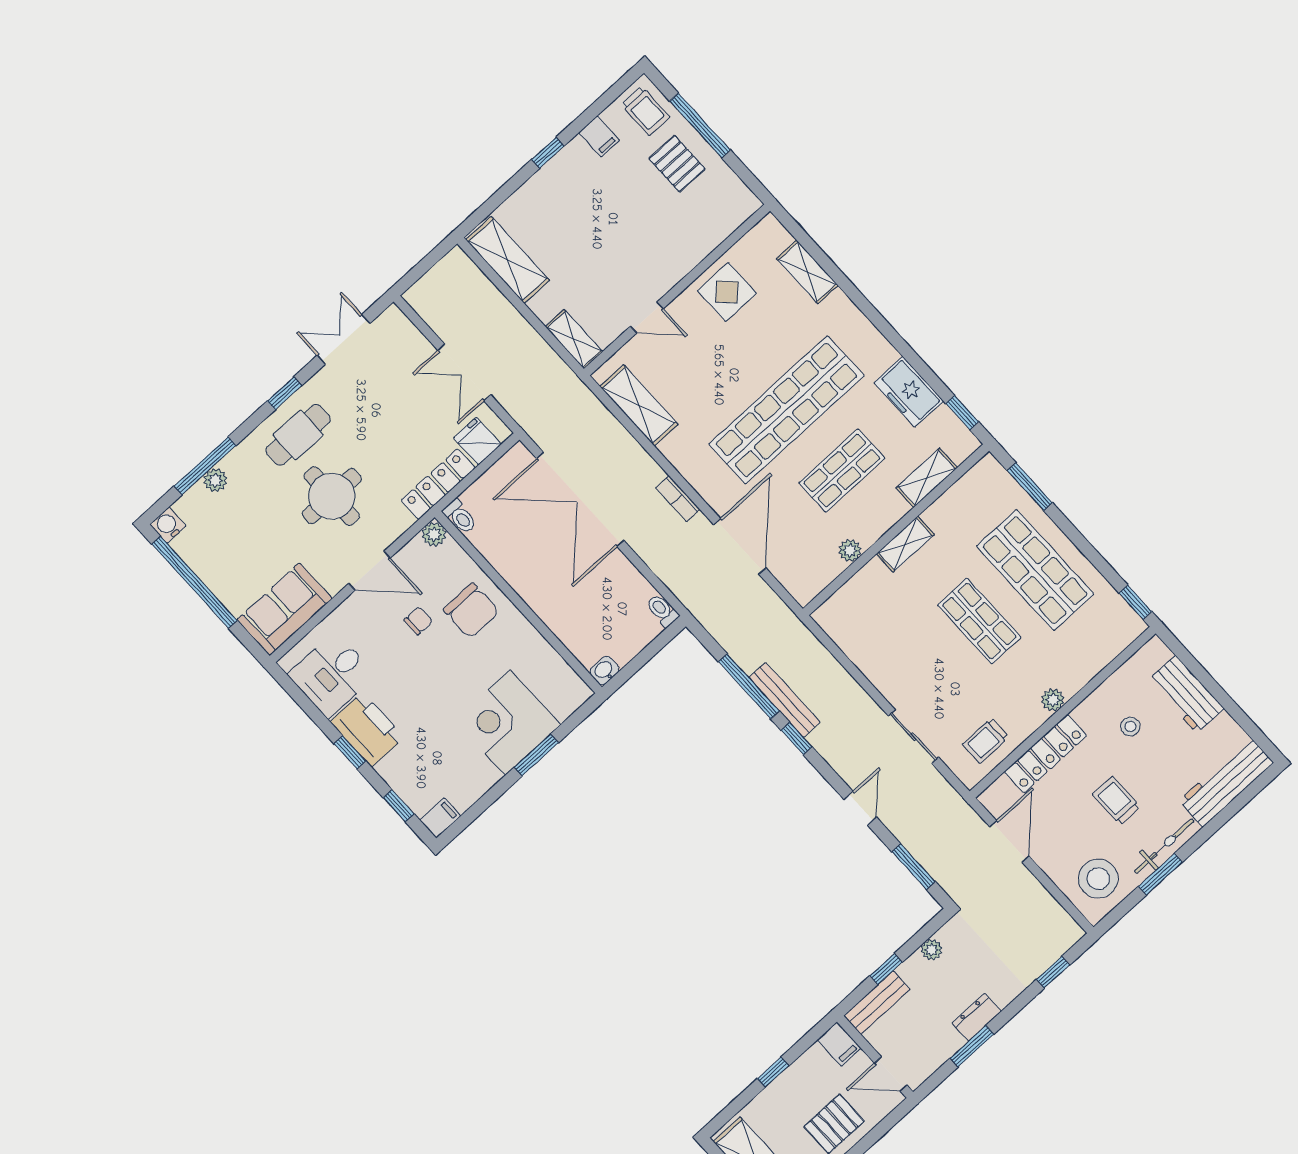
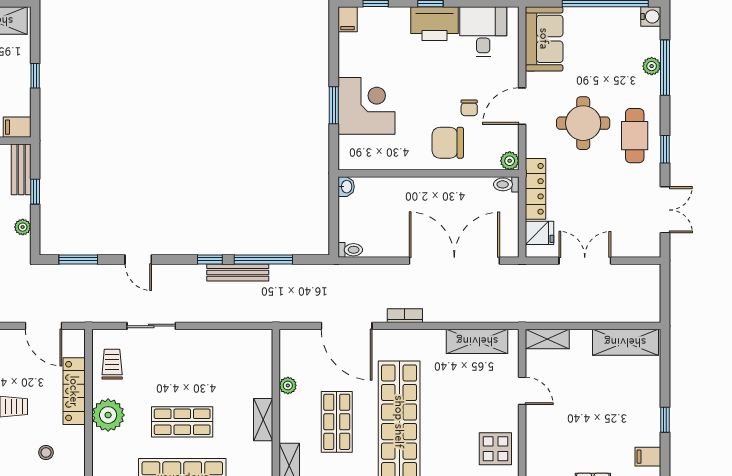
door: (647, 317) -> (522, 391), swing flipped
plant: (1053, 700) -> (108, 415), width x1.88, depth x1.88

